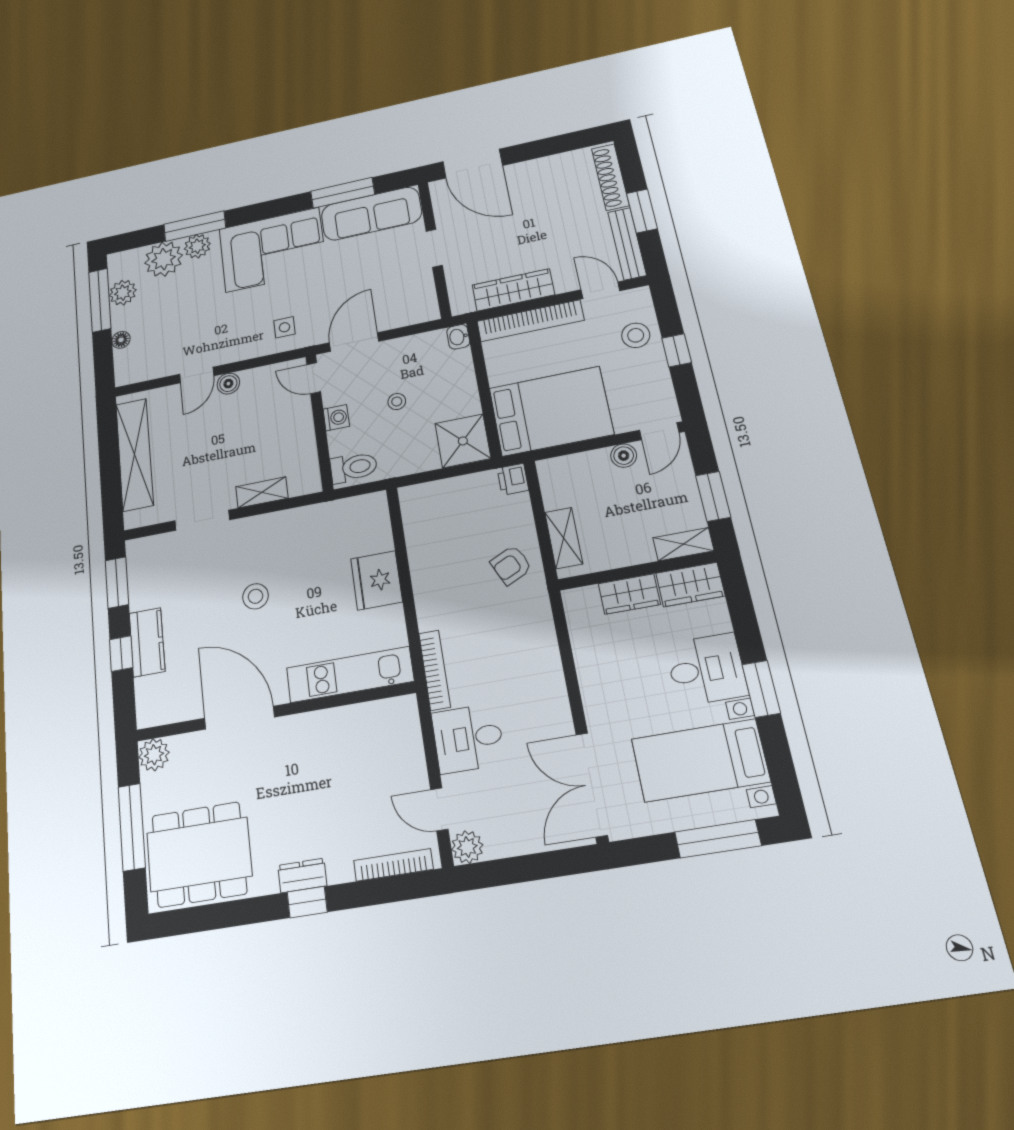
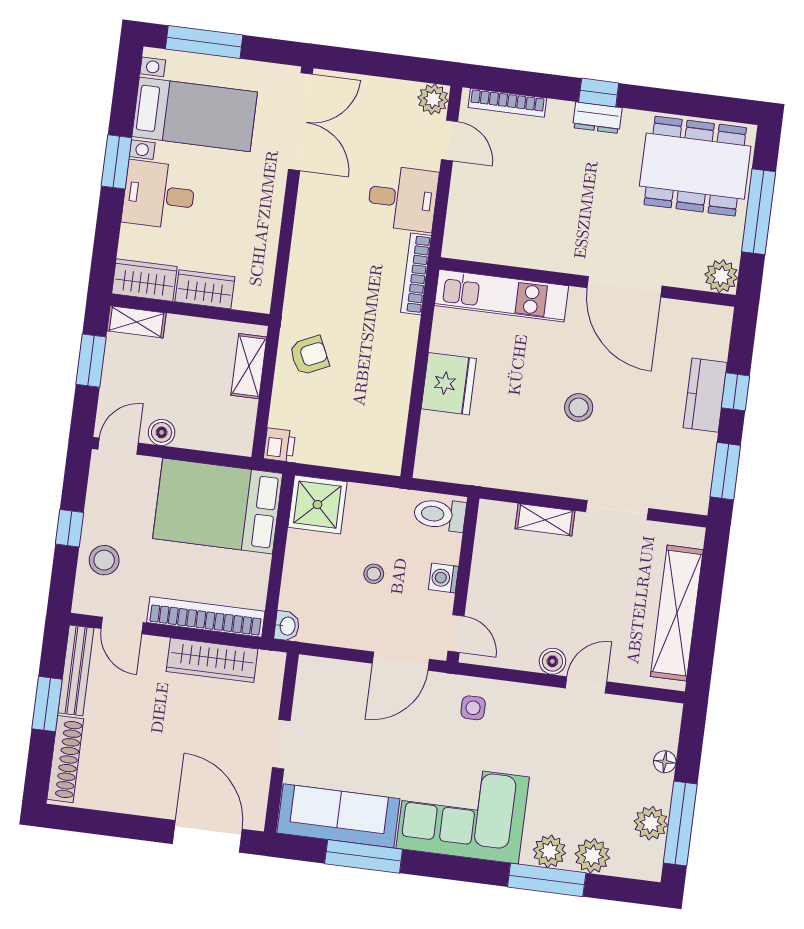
plant: (164, 259) -> (592, 856), width x0.73, depth x0.73

